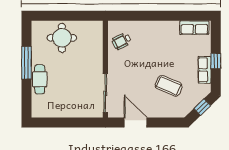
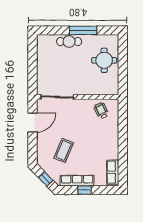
row of seats: (204, 70) -> (77, 181), width x1.48

